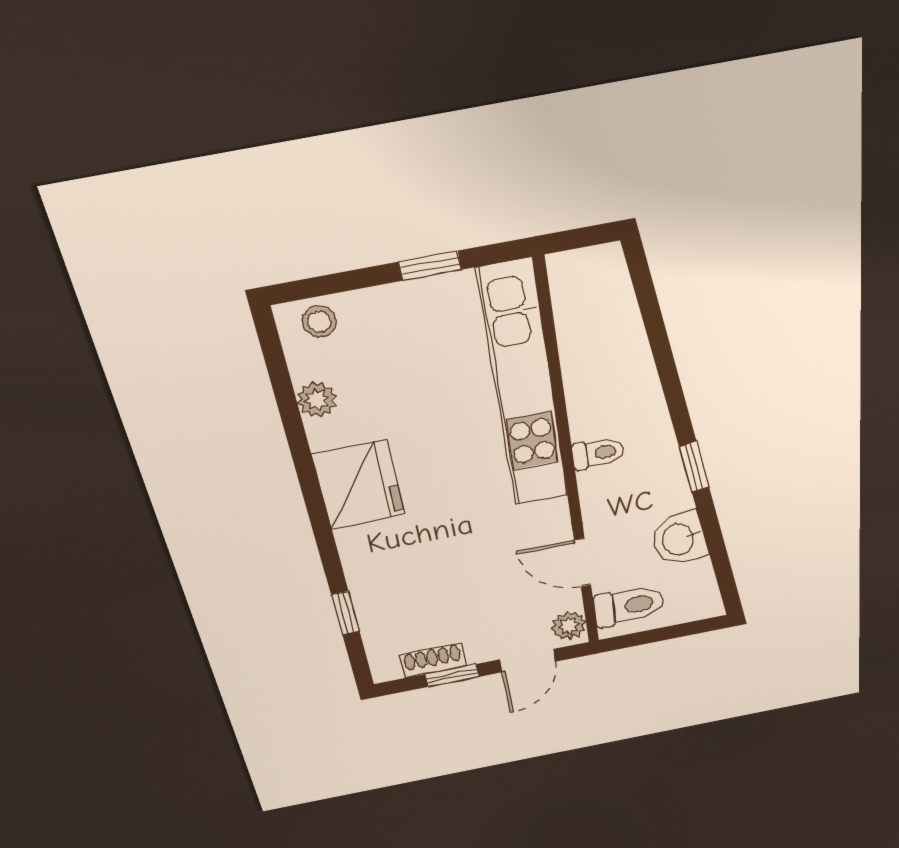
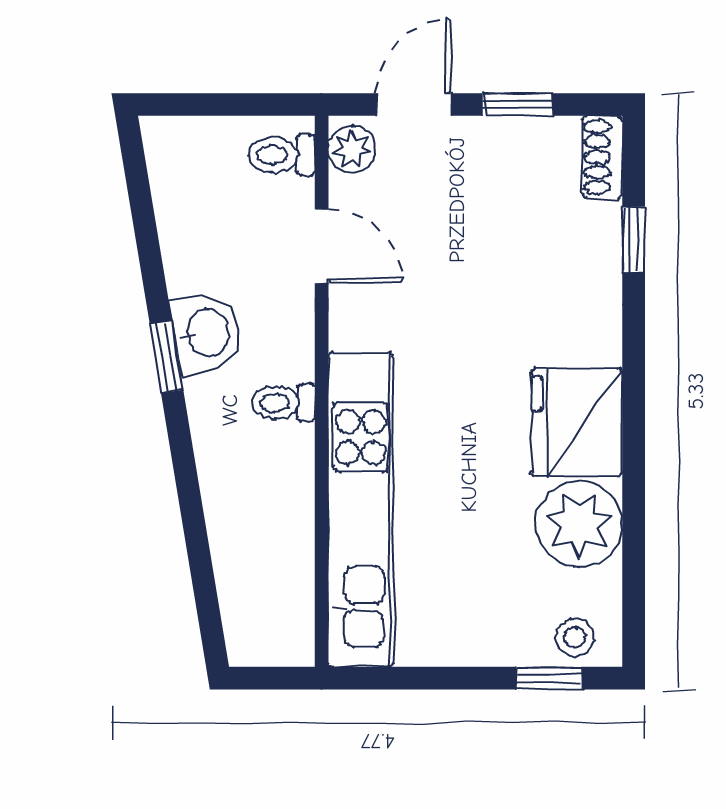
window: (430, 266) -> (549, 678), moved
plant: (317, 400) -> (579, 524), width x1.87, depth x1.87
washbasin: (679, 539) -> (207, 333), moved
toilet: (629, 606) -> (281, 155), width x0.73, depth x0.72
shoe rack: (433, 661) -> (602, 157), moved, turned 90

